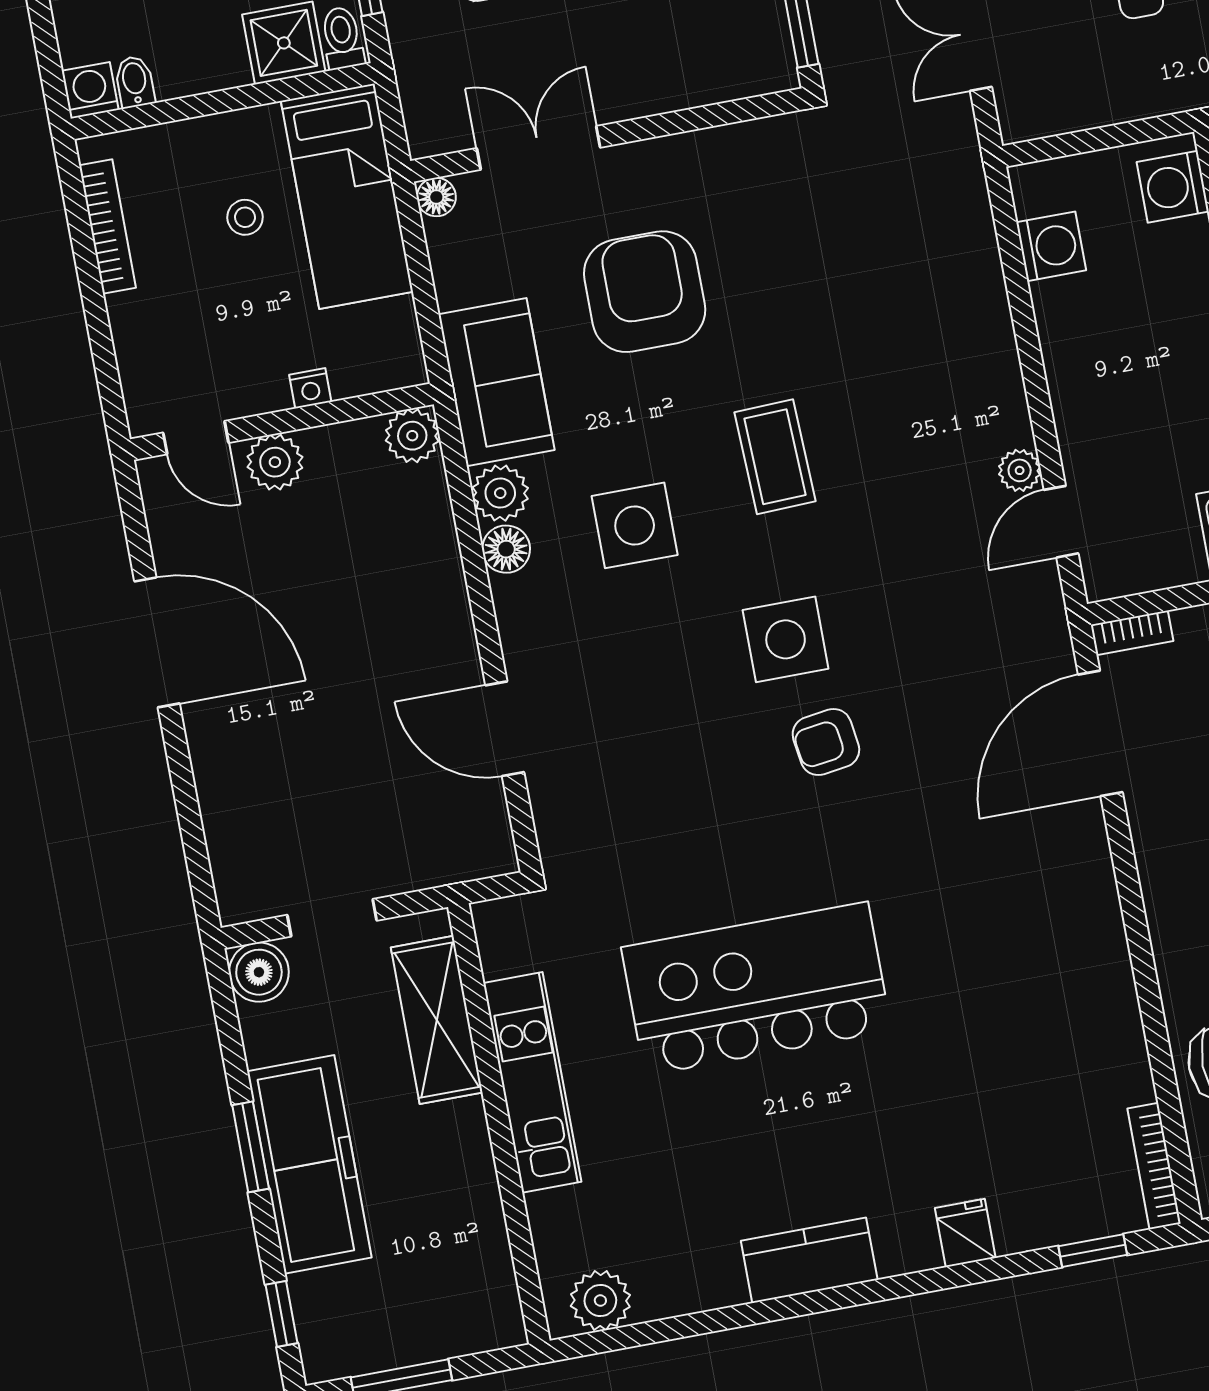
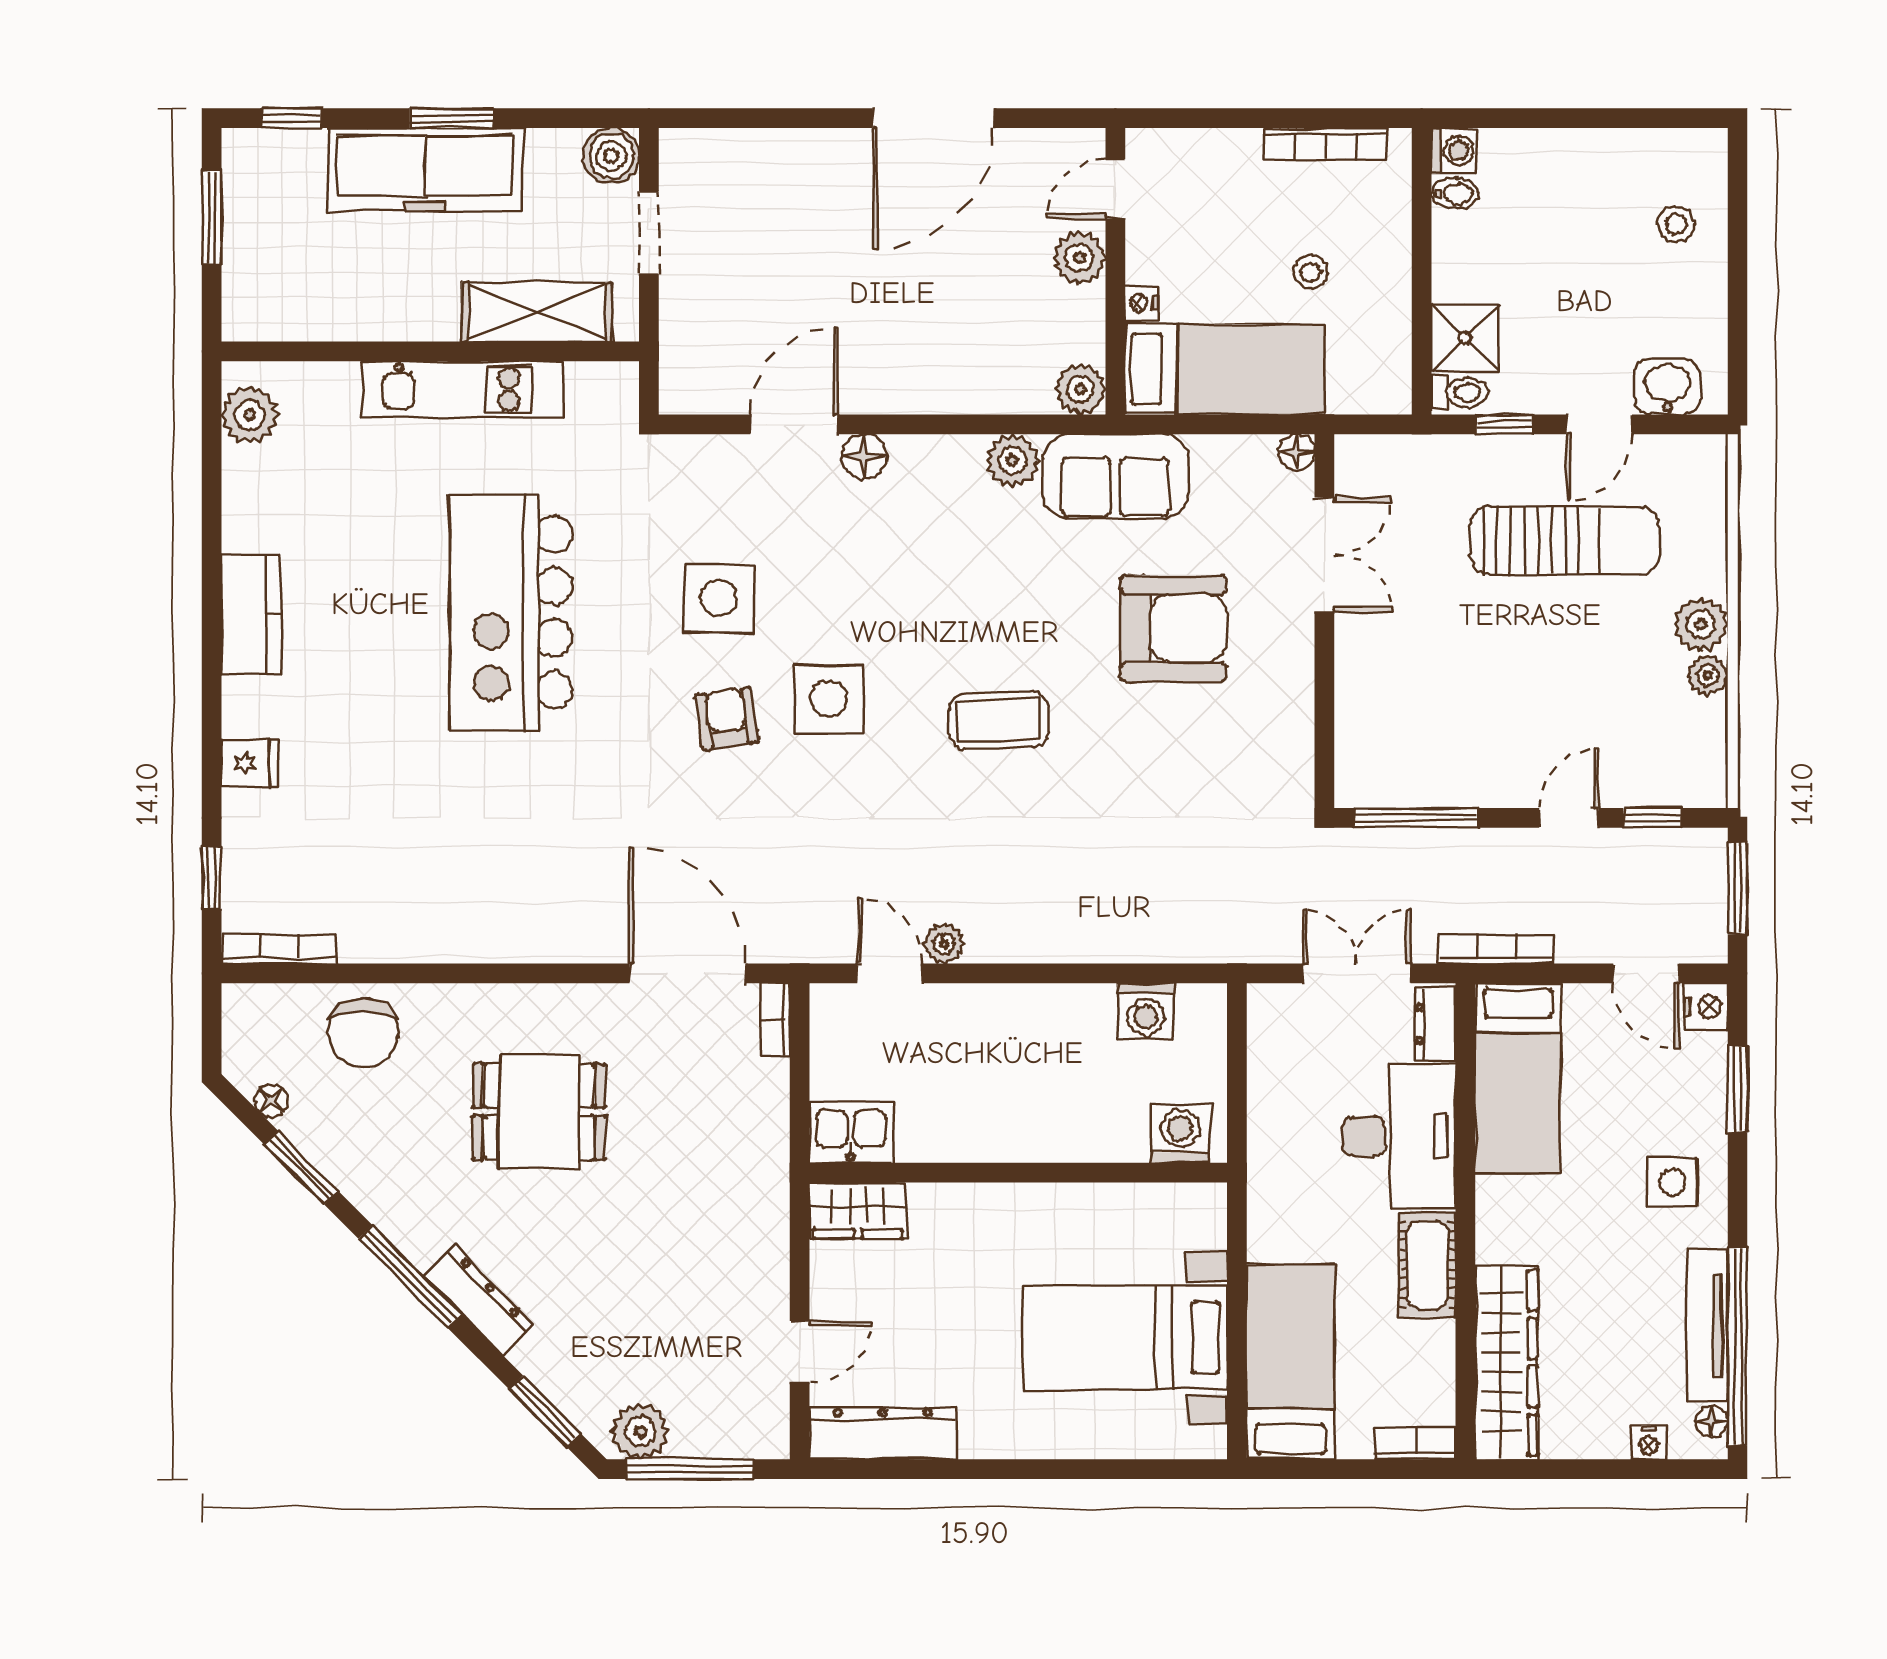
bed: (347, 196) -> (1225, 369), moved, turned 180
side table: (635, 525) -> (719, 598), moved
floor lamp: (506, 549) -> (864, 456), moved
kitchen island: (756, 989) -> (511, 612), turned 180

